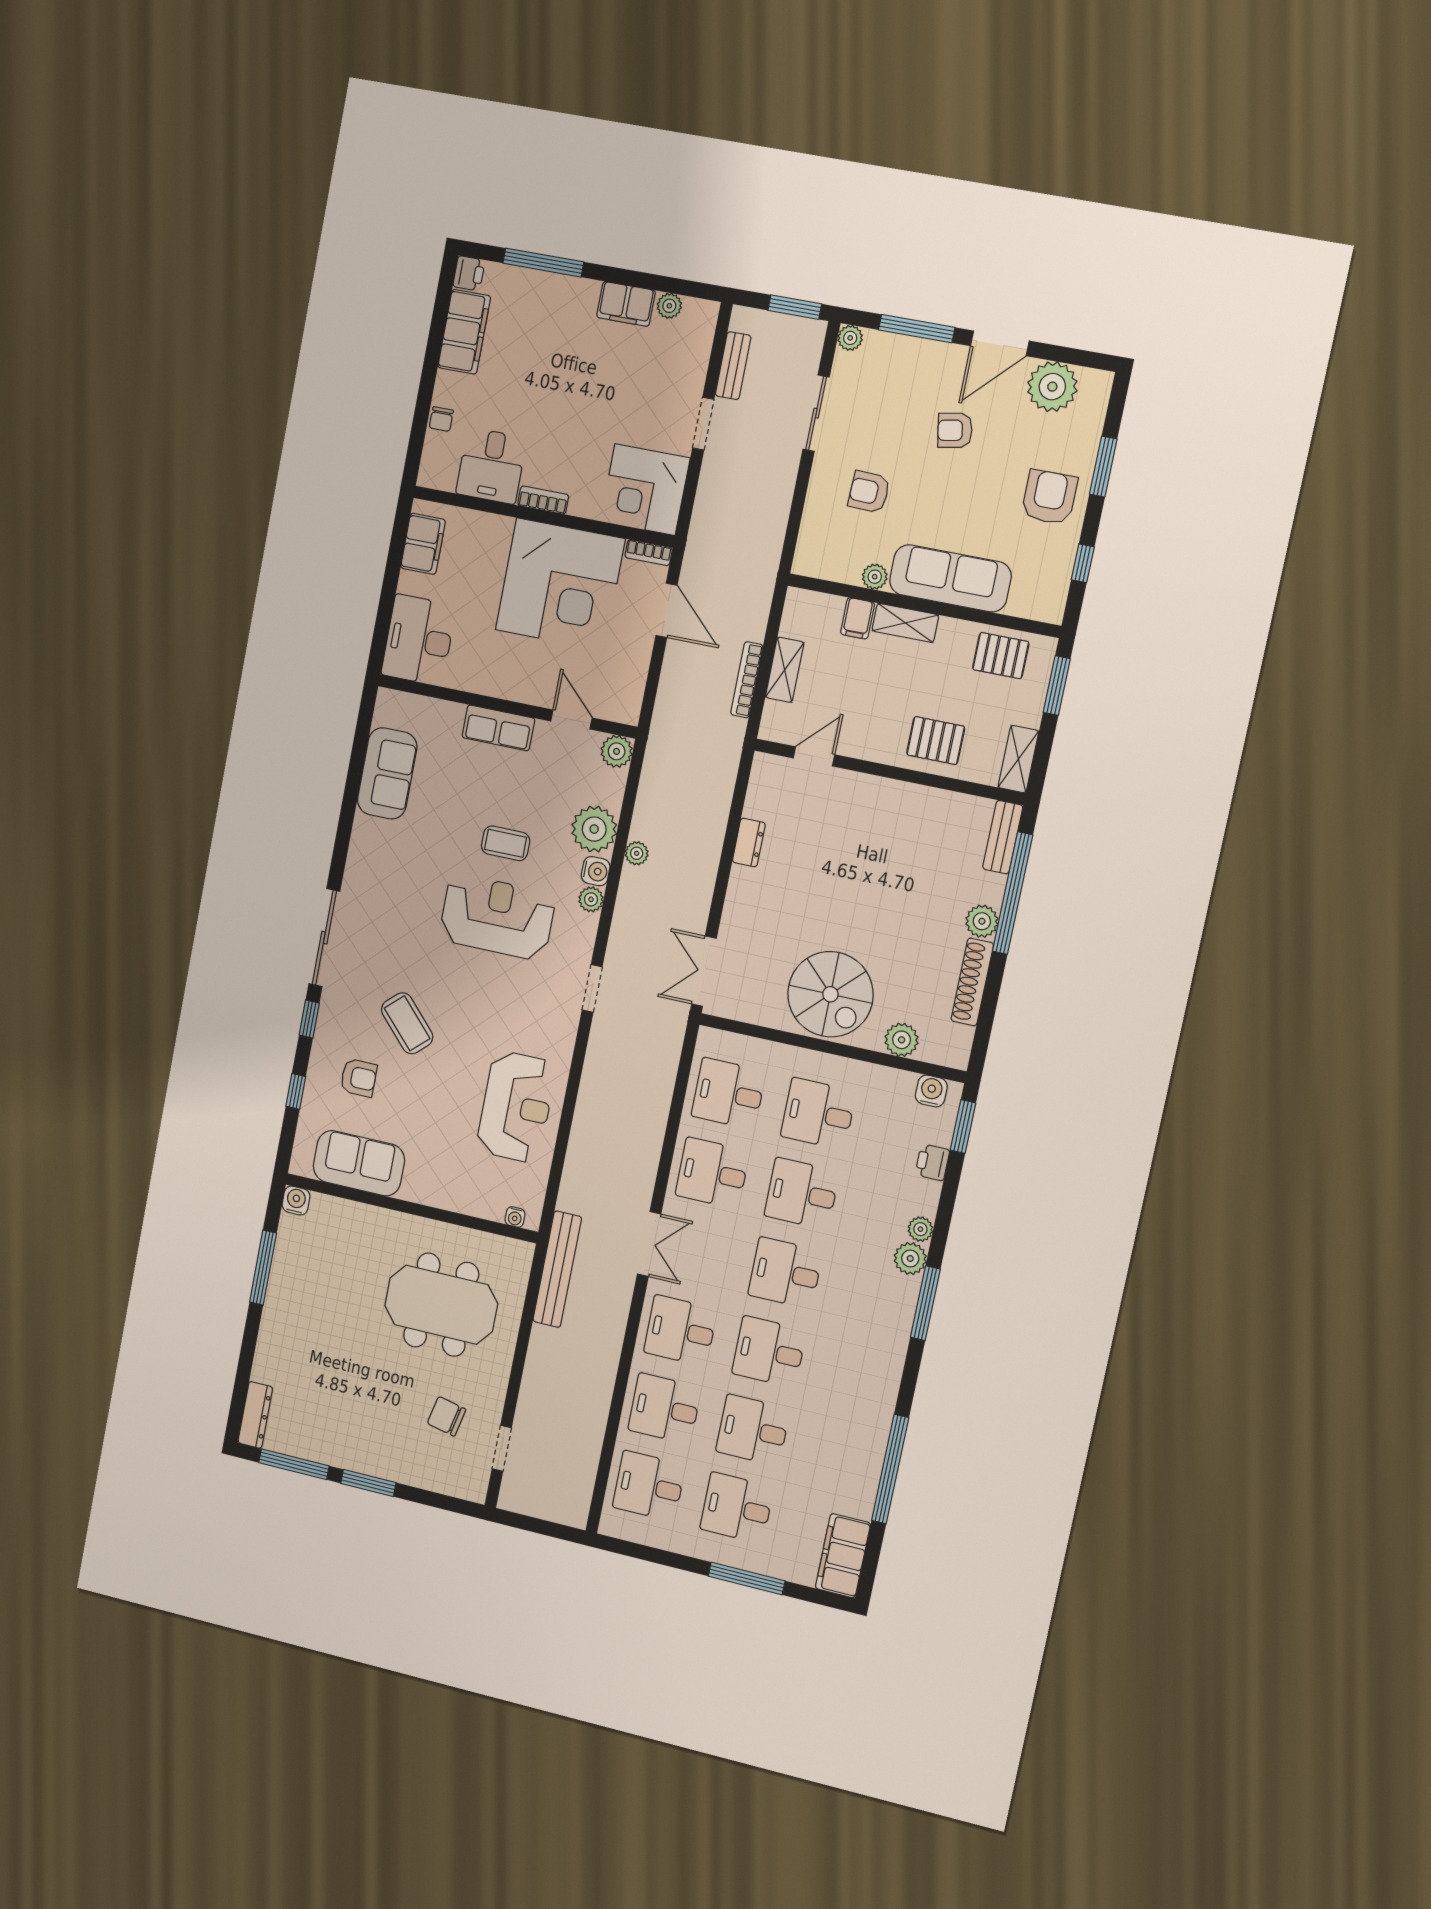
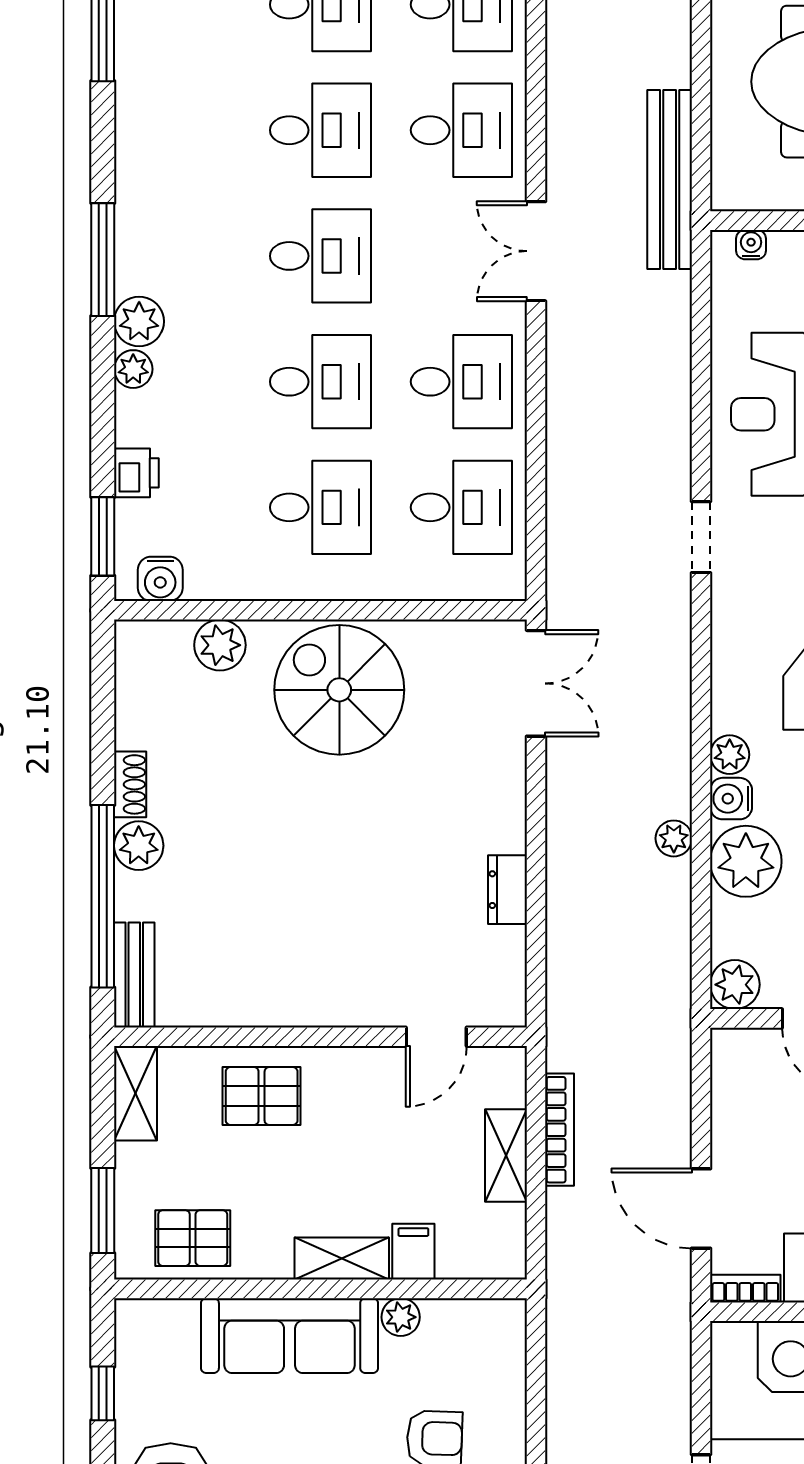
shoe rack: (972, 982) -> (130, 784), width x0.51, depth x0.81
doorway: (592, 988) -> (701, 537), moved

